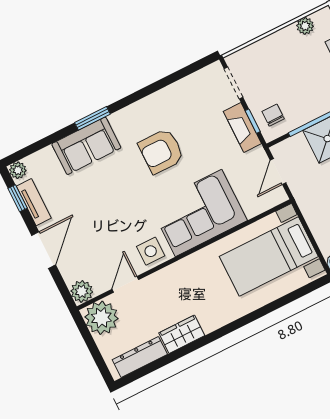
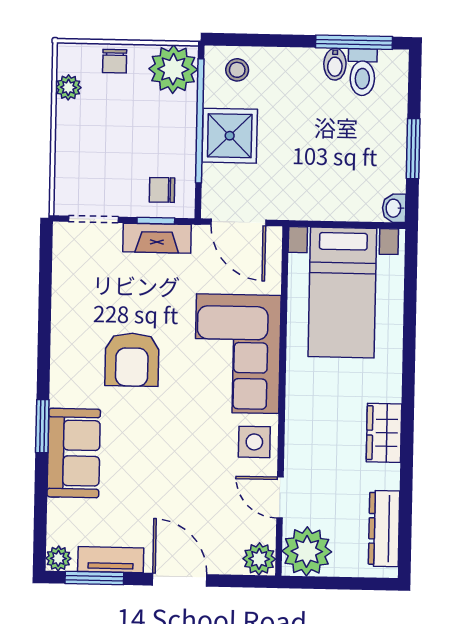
door: (278, 171) -> (238, 222), width x1.38
window: (18, 198) -> (94, 578), width x1.50
wardrobe: (182, 334) -> (384, 433), moved

